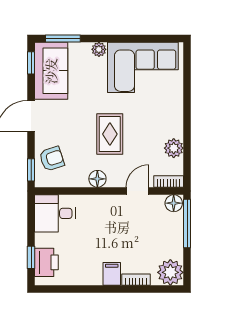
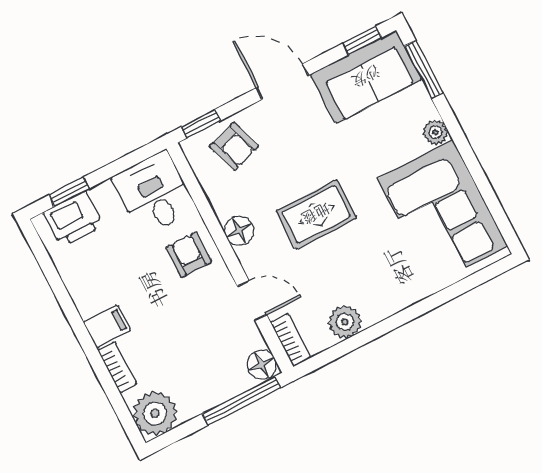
armchair: (96, 212) -> (189, 255), added

